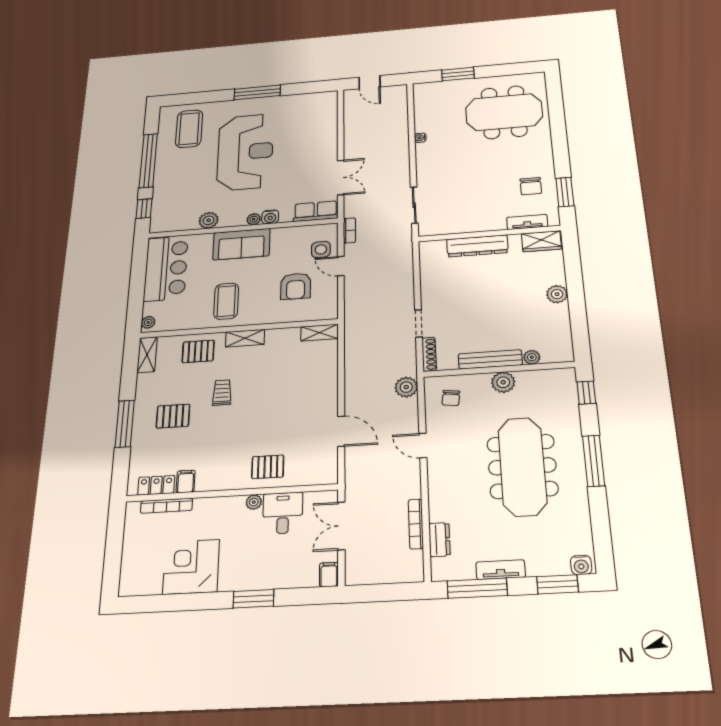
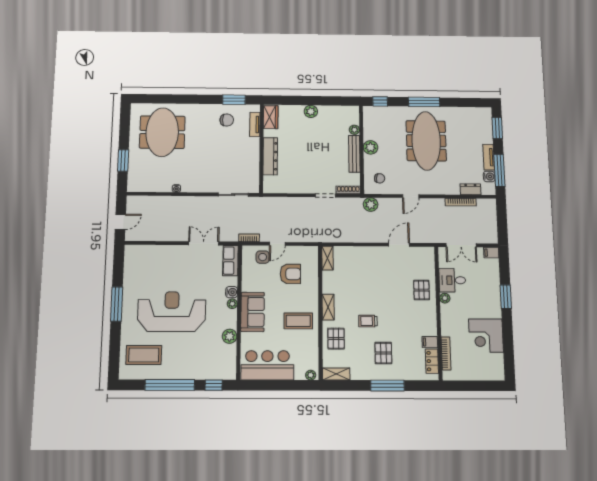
meeting table: (522, 466) -> (426, 141), turned 90
water cooler: (581, 565) -> (489, 176), moved

